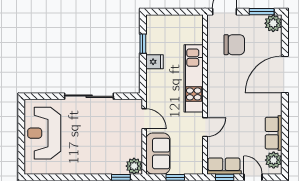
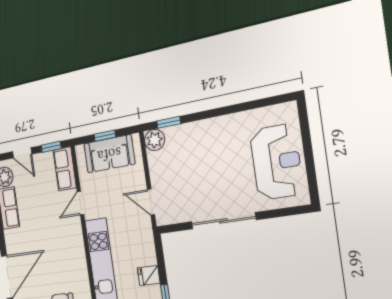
sofa: (158, 154) -> (109, 154), moved, turned -90
row of seats: (224, 166) -> (65, 169), moved, turned 90

